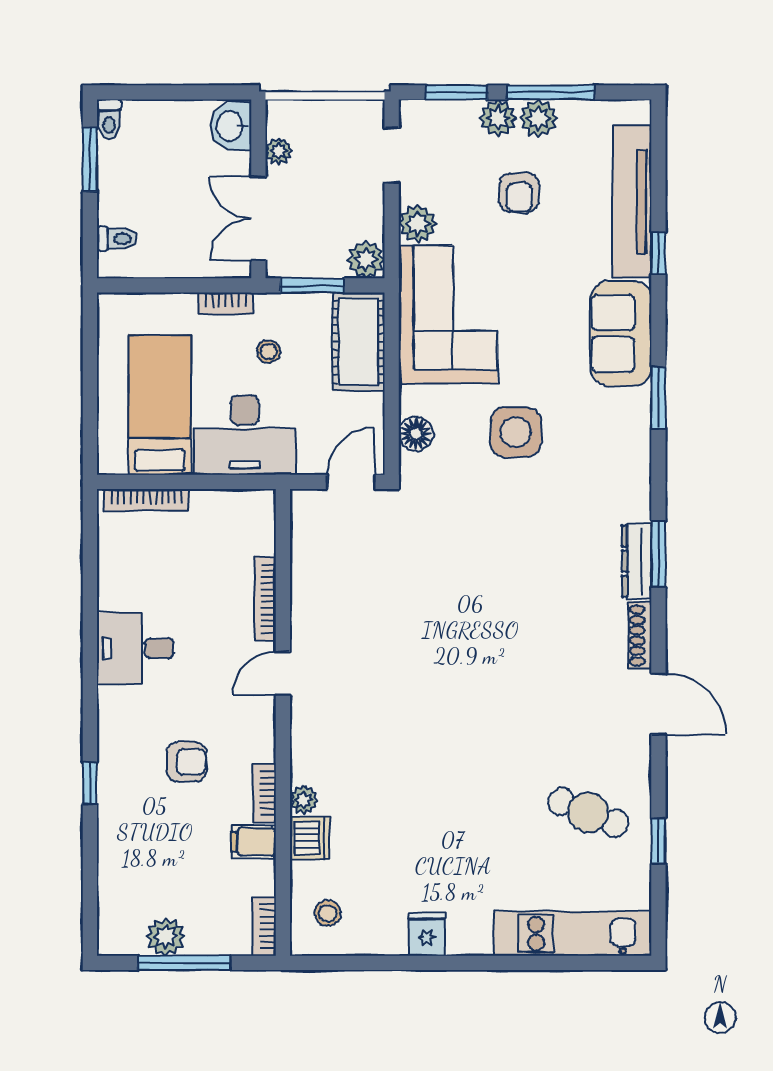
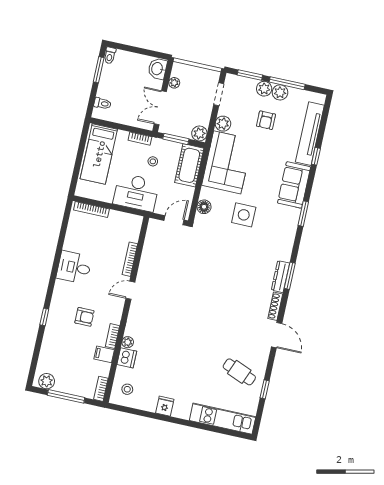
bed: (160, 405) -> (99, 154), moved, turned 180
plant: (166, 937) -> (47, 381), moved

